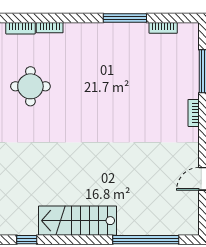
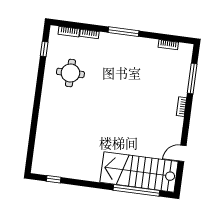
window: (125, 18) -> (124, 32), moved
stairs: (78, 221) -> (139, 172), moved, width x1.36, depth x1.51

